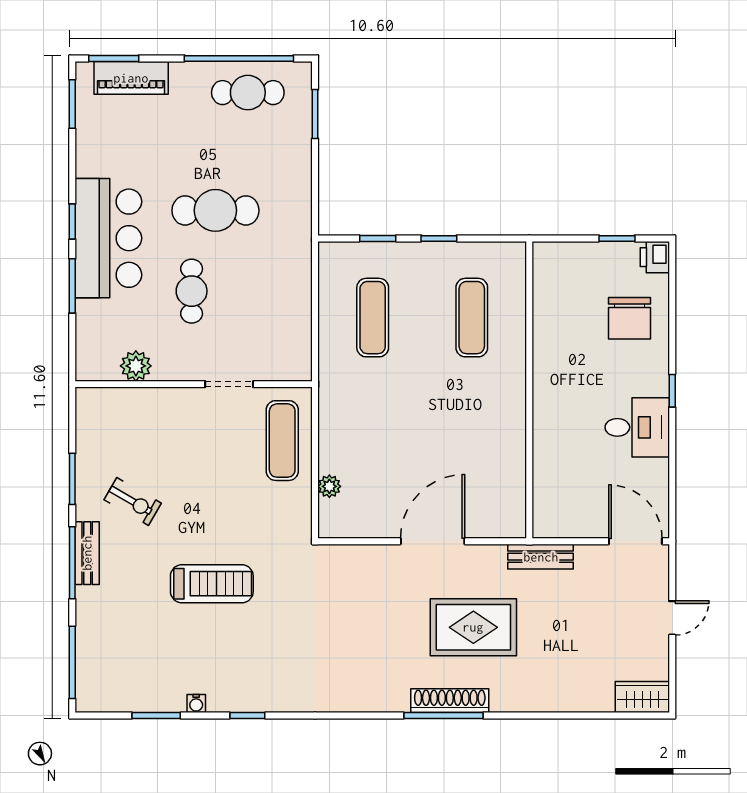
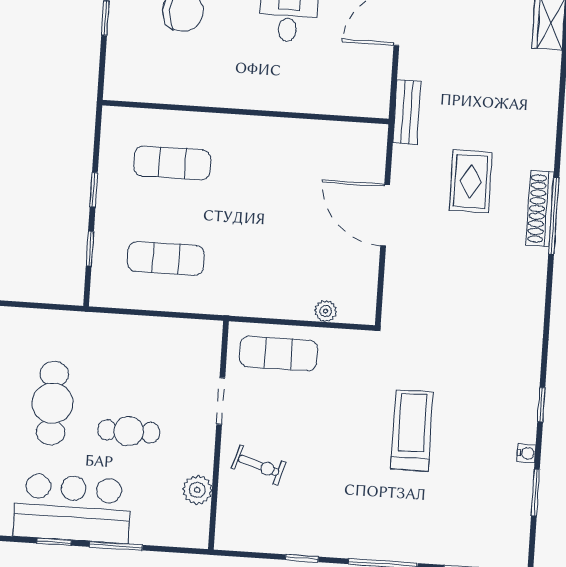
window: (72, 479) -> (302, 558), width x0.67
exercise bike: (133, 501) -> (259, 465), moved, turned 77
bench: (87, 553) -> (374, 549), removed
rug: (473, 627) -> (471, 181), width x0.73, depth x0.70

